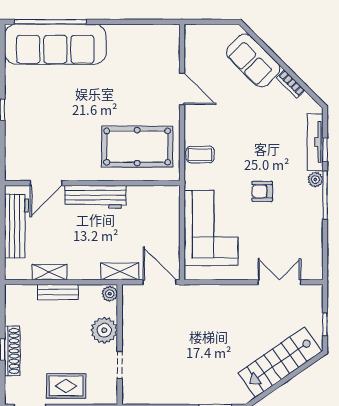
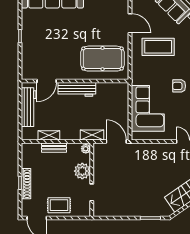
coffee table: (200, 154) -> (158, 47), moved, width x1.86, depth x1.72

